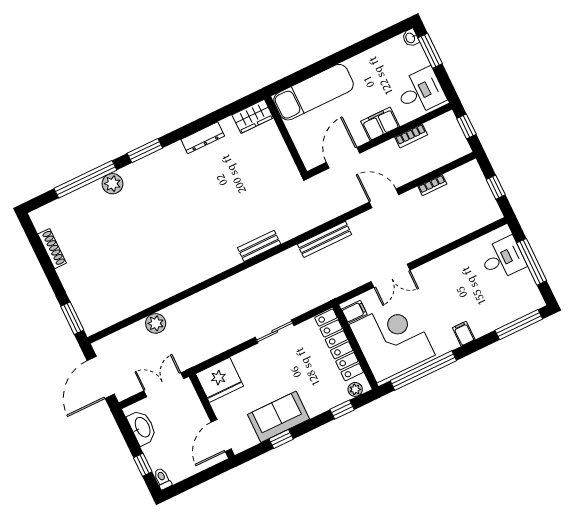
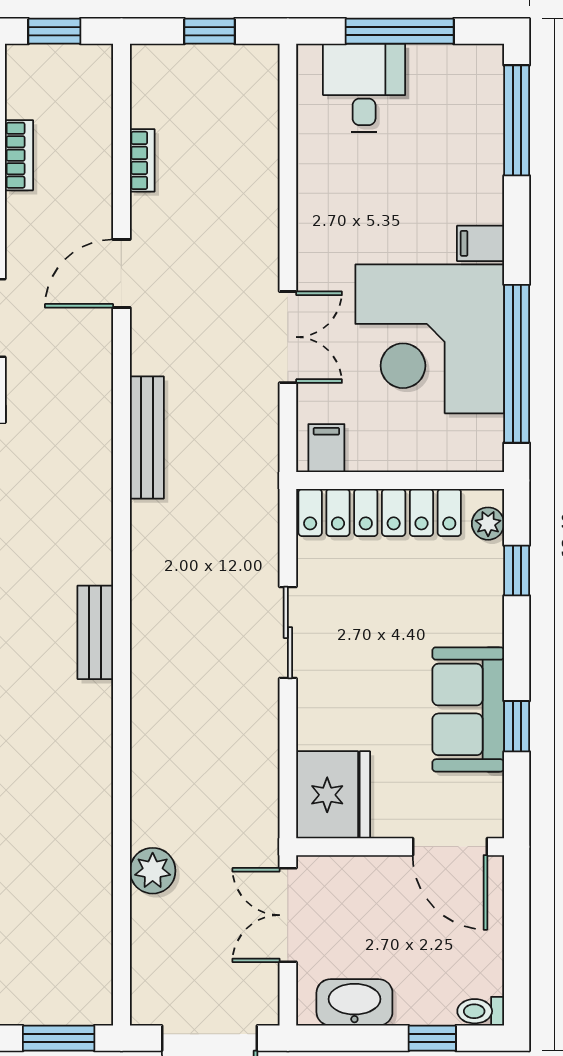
bench: (259, 246) -> (95, 632), moved
corner desk: (392, 340) -> (430, 339), moved, turned -90

